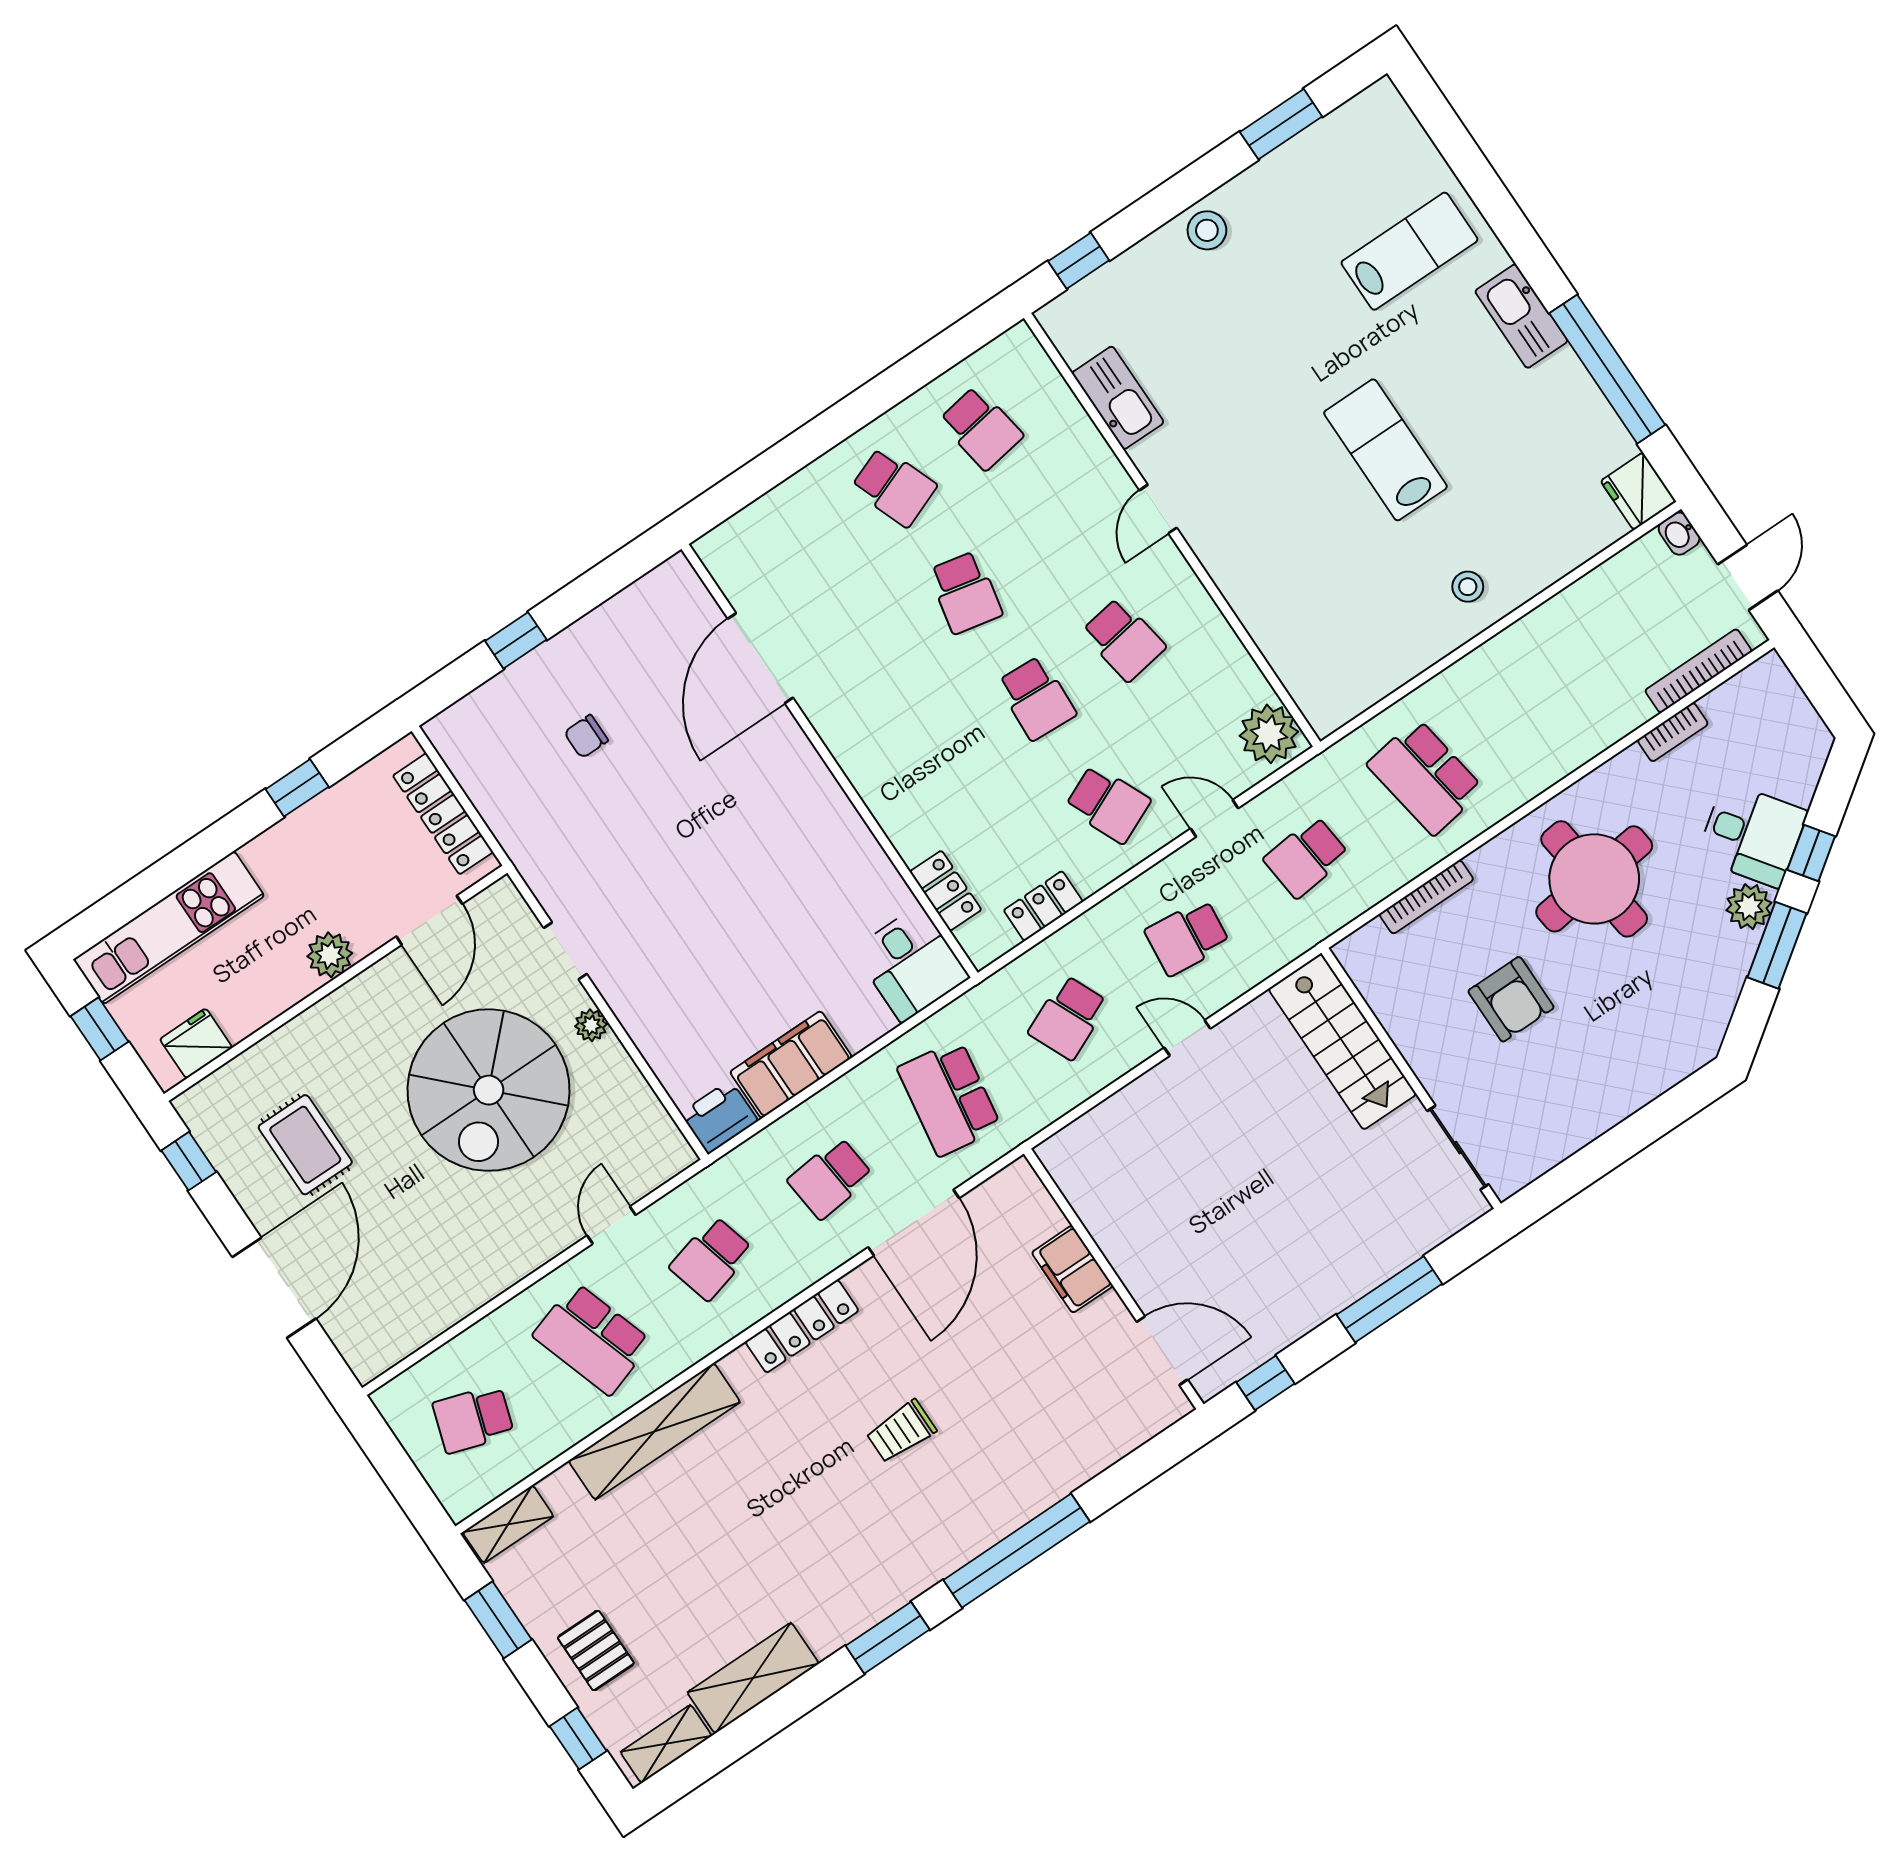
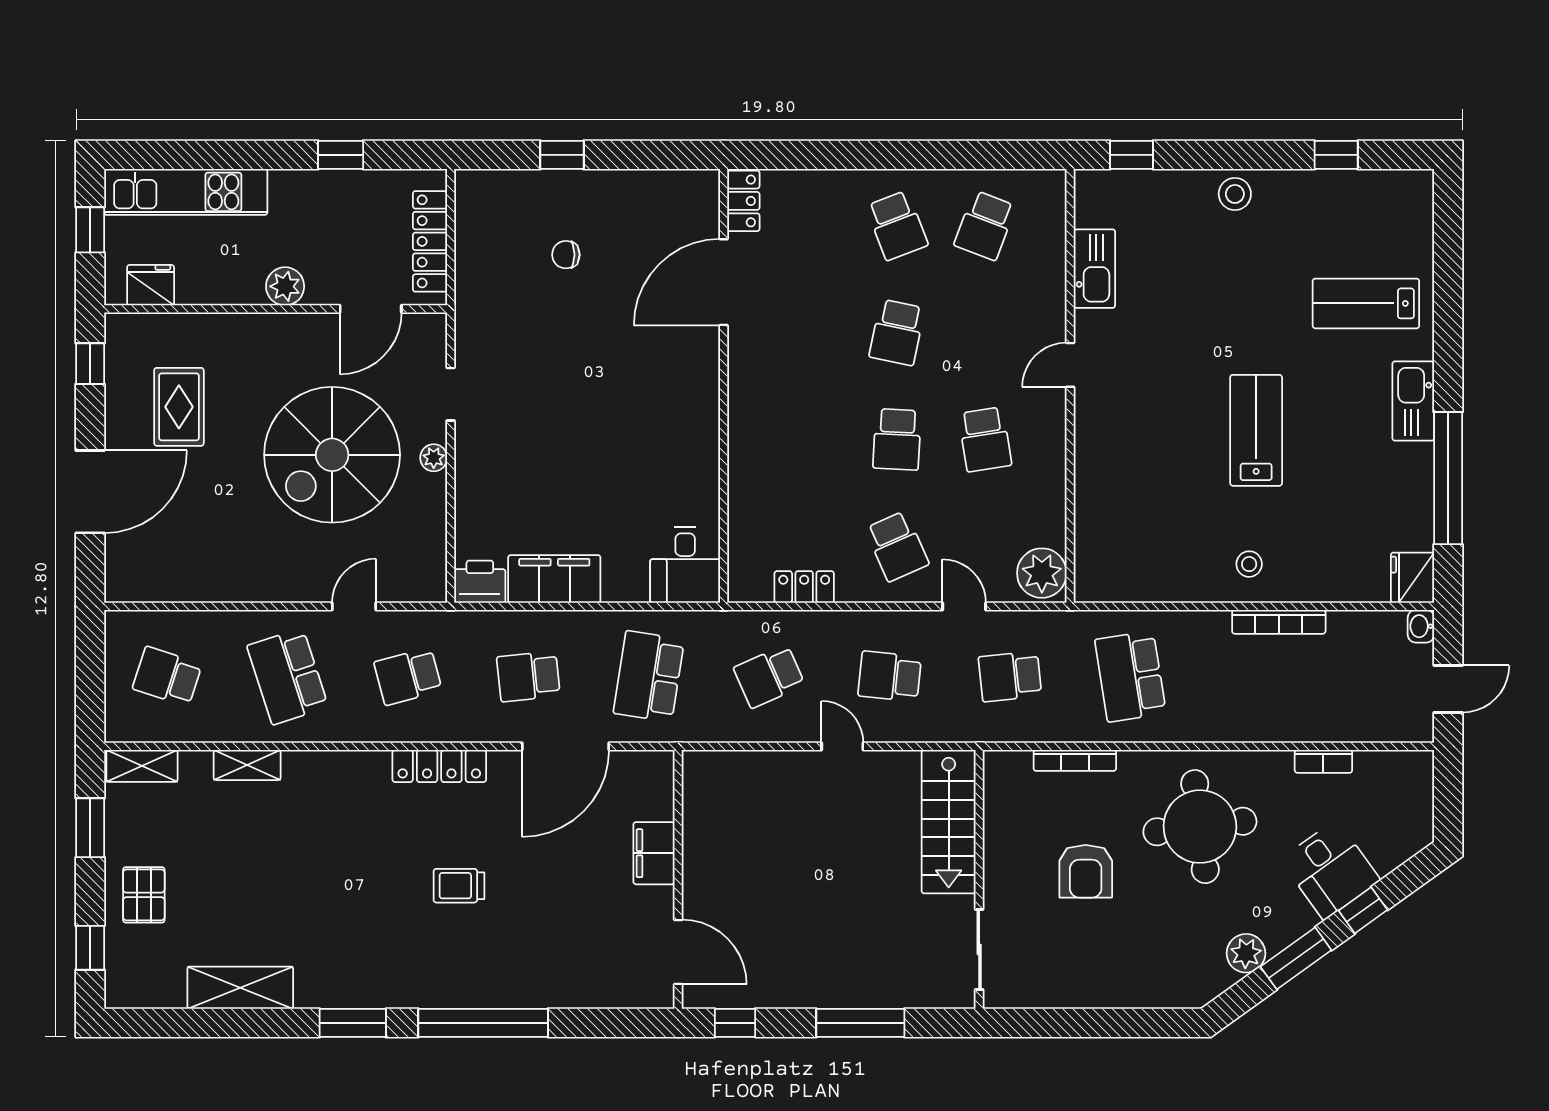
window: (1281, 124) -> (1336, 155), width x0.67
lab bench: (1409, 251) -> (1366, 303), turned 180
school desk: (981, 428) -> (985, 225), turned 30
bookcase: (1699, 671) -> (1279, 622), moved, turned 180
locker: (946, 891) -> (743, 201), moved
plant: (1749, 907) -> (1246, 953), moved
shelving: (654, 1431) -> (247, 765), width x0.45, depth x0.75
shelving: (666, 1744) -> (149, 993), removed

